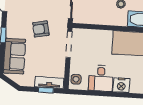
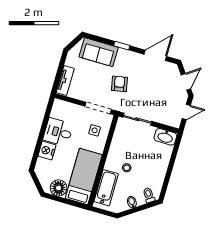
side table: (76, 79) -> (95, 130), moved
window: (46, 90) -> (58, 76), removed

